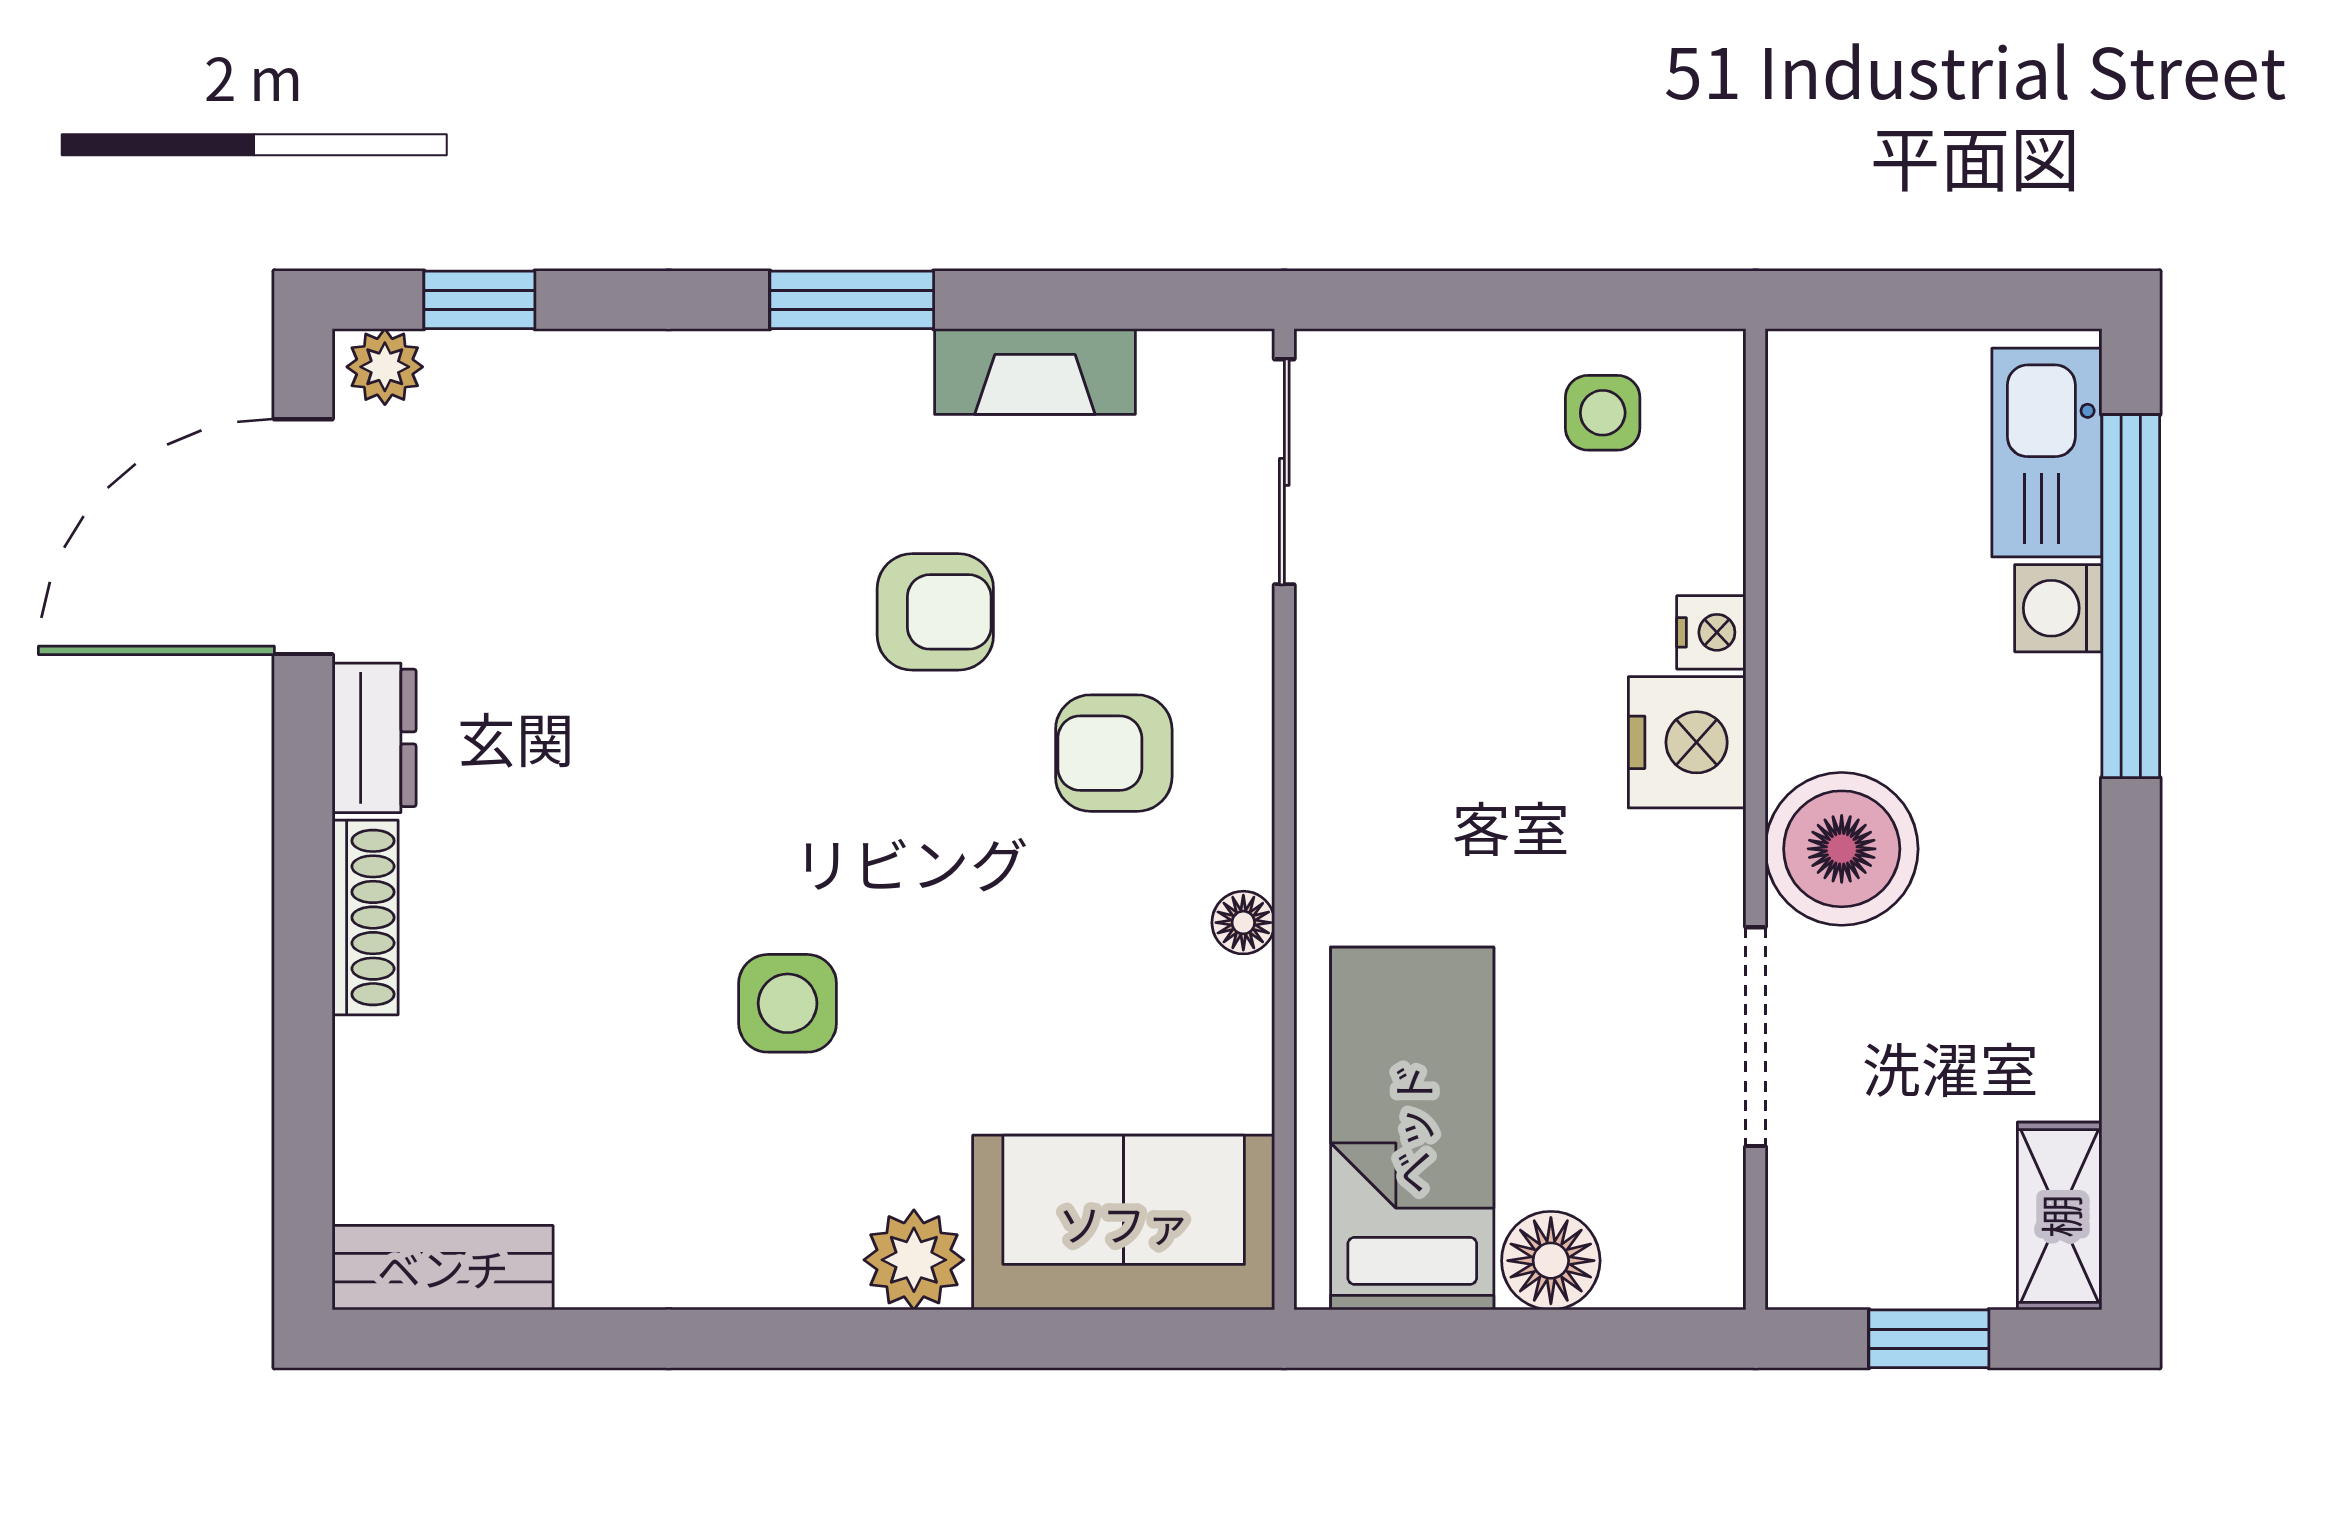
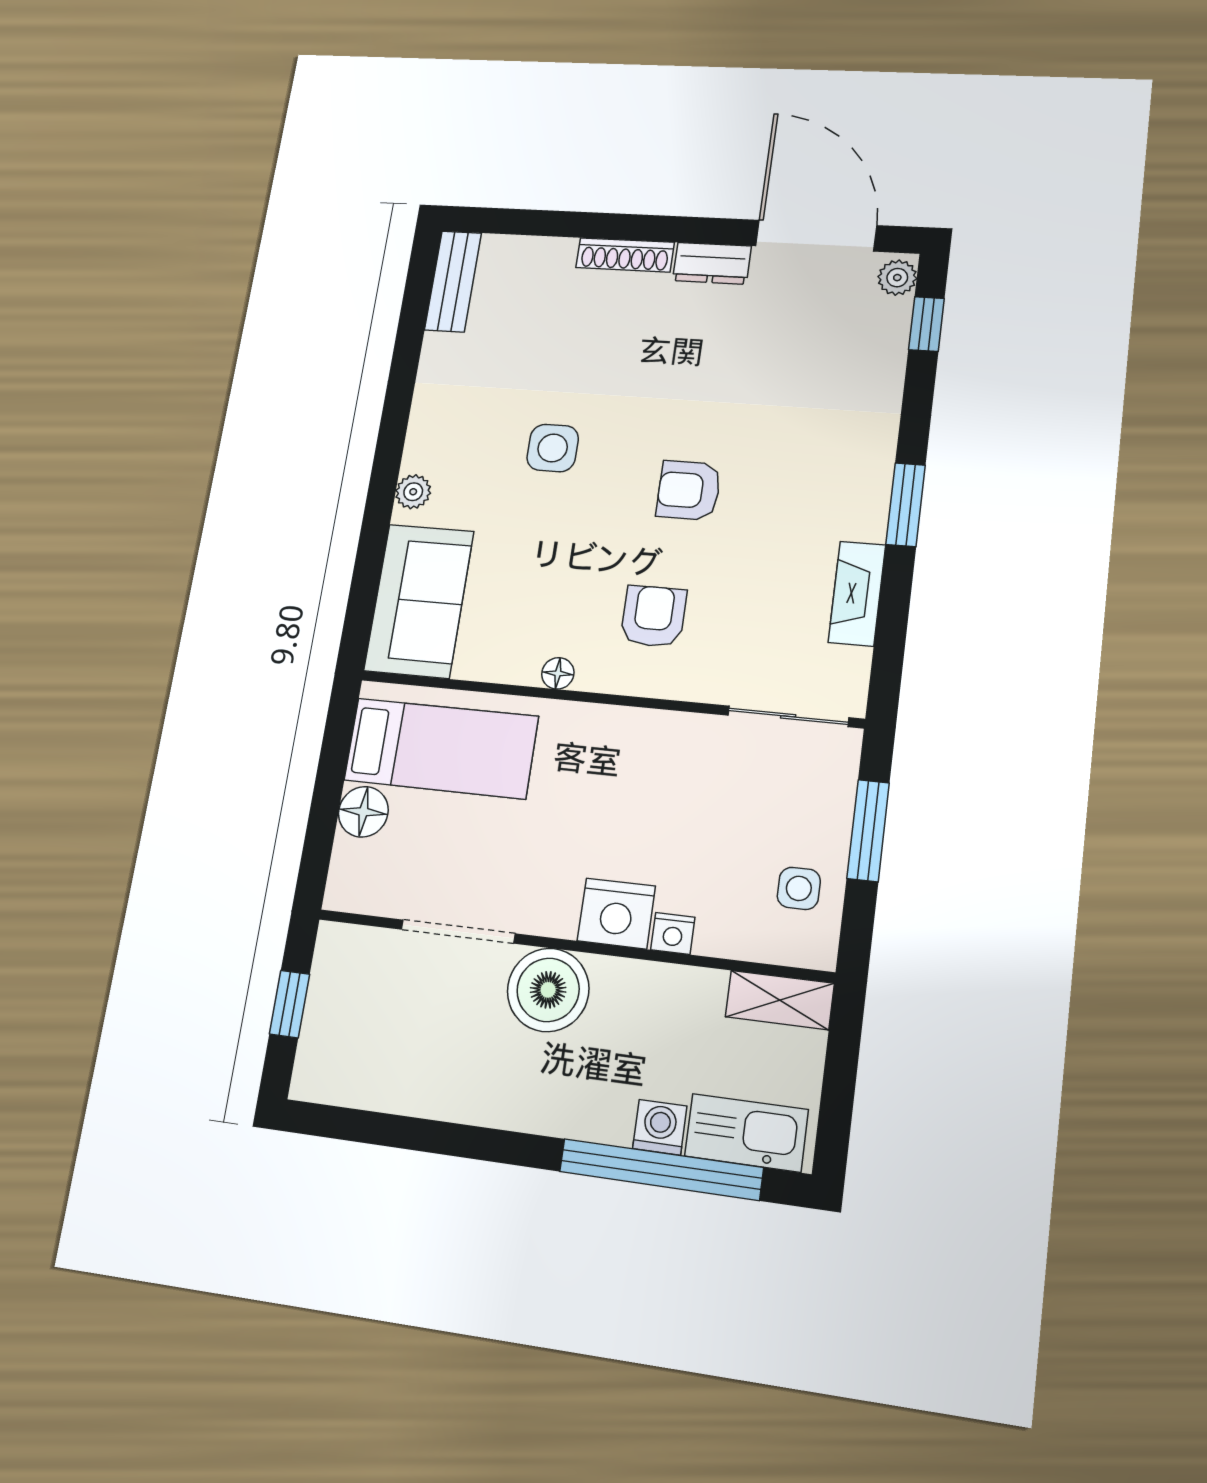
window: (1483, 300) -> (868, 830), added
armchair: (935, 612) -> (689, 490), moved, turned 90
shelving: (2060, 1216) -> (780, 1000), moved
plant: (914, 1260) -> (413, 492), width x0.73, depth x0.73

